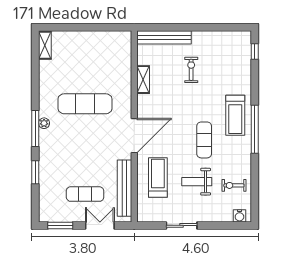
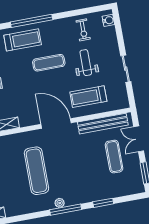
weight bench: (197, 182) -> (86, 63), turned 180

